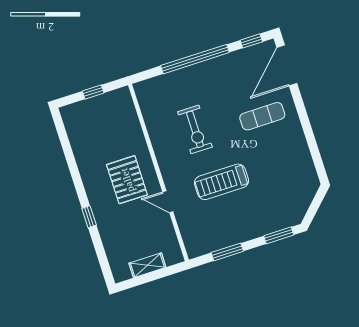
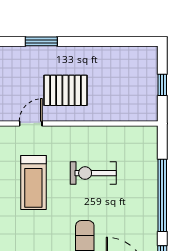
treadmill: (221, 182) -> (33, 182), turned 180
window: (89, 217) -> (41, 41), width x1.50

